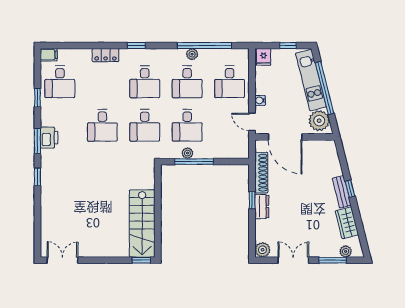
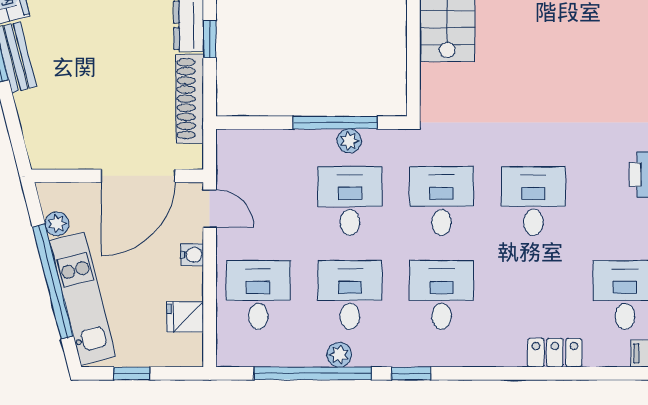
window: (136, 46) -> (411, 373), moved
locker: (106, 55) -> (555, 353), moved
fridge: (264, 57) -> (185, 317), moved, turned -90
plant: (319, 121) -> (57, 224), width x0.53, depth x0.53
door: (285, 137) -> (138, 176), swing flipped

